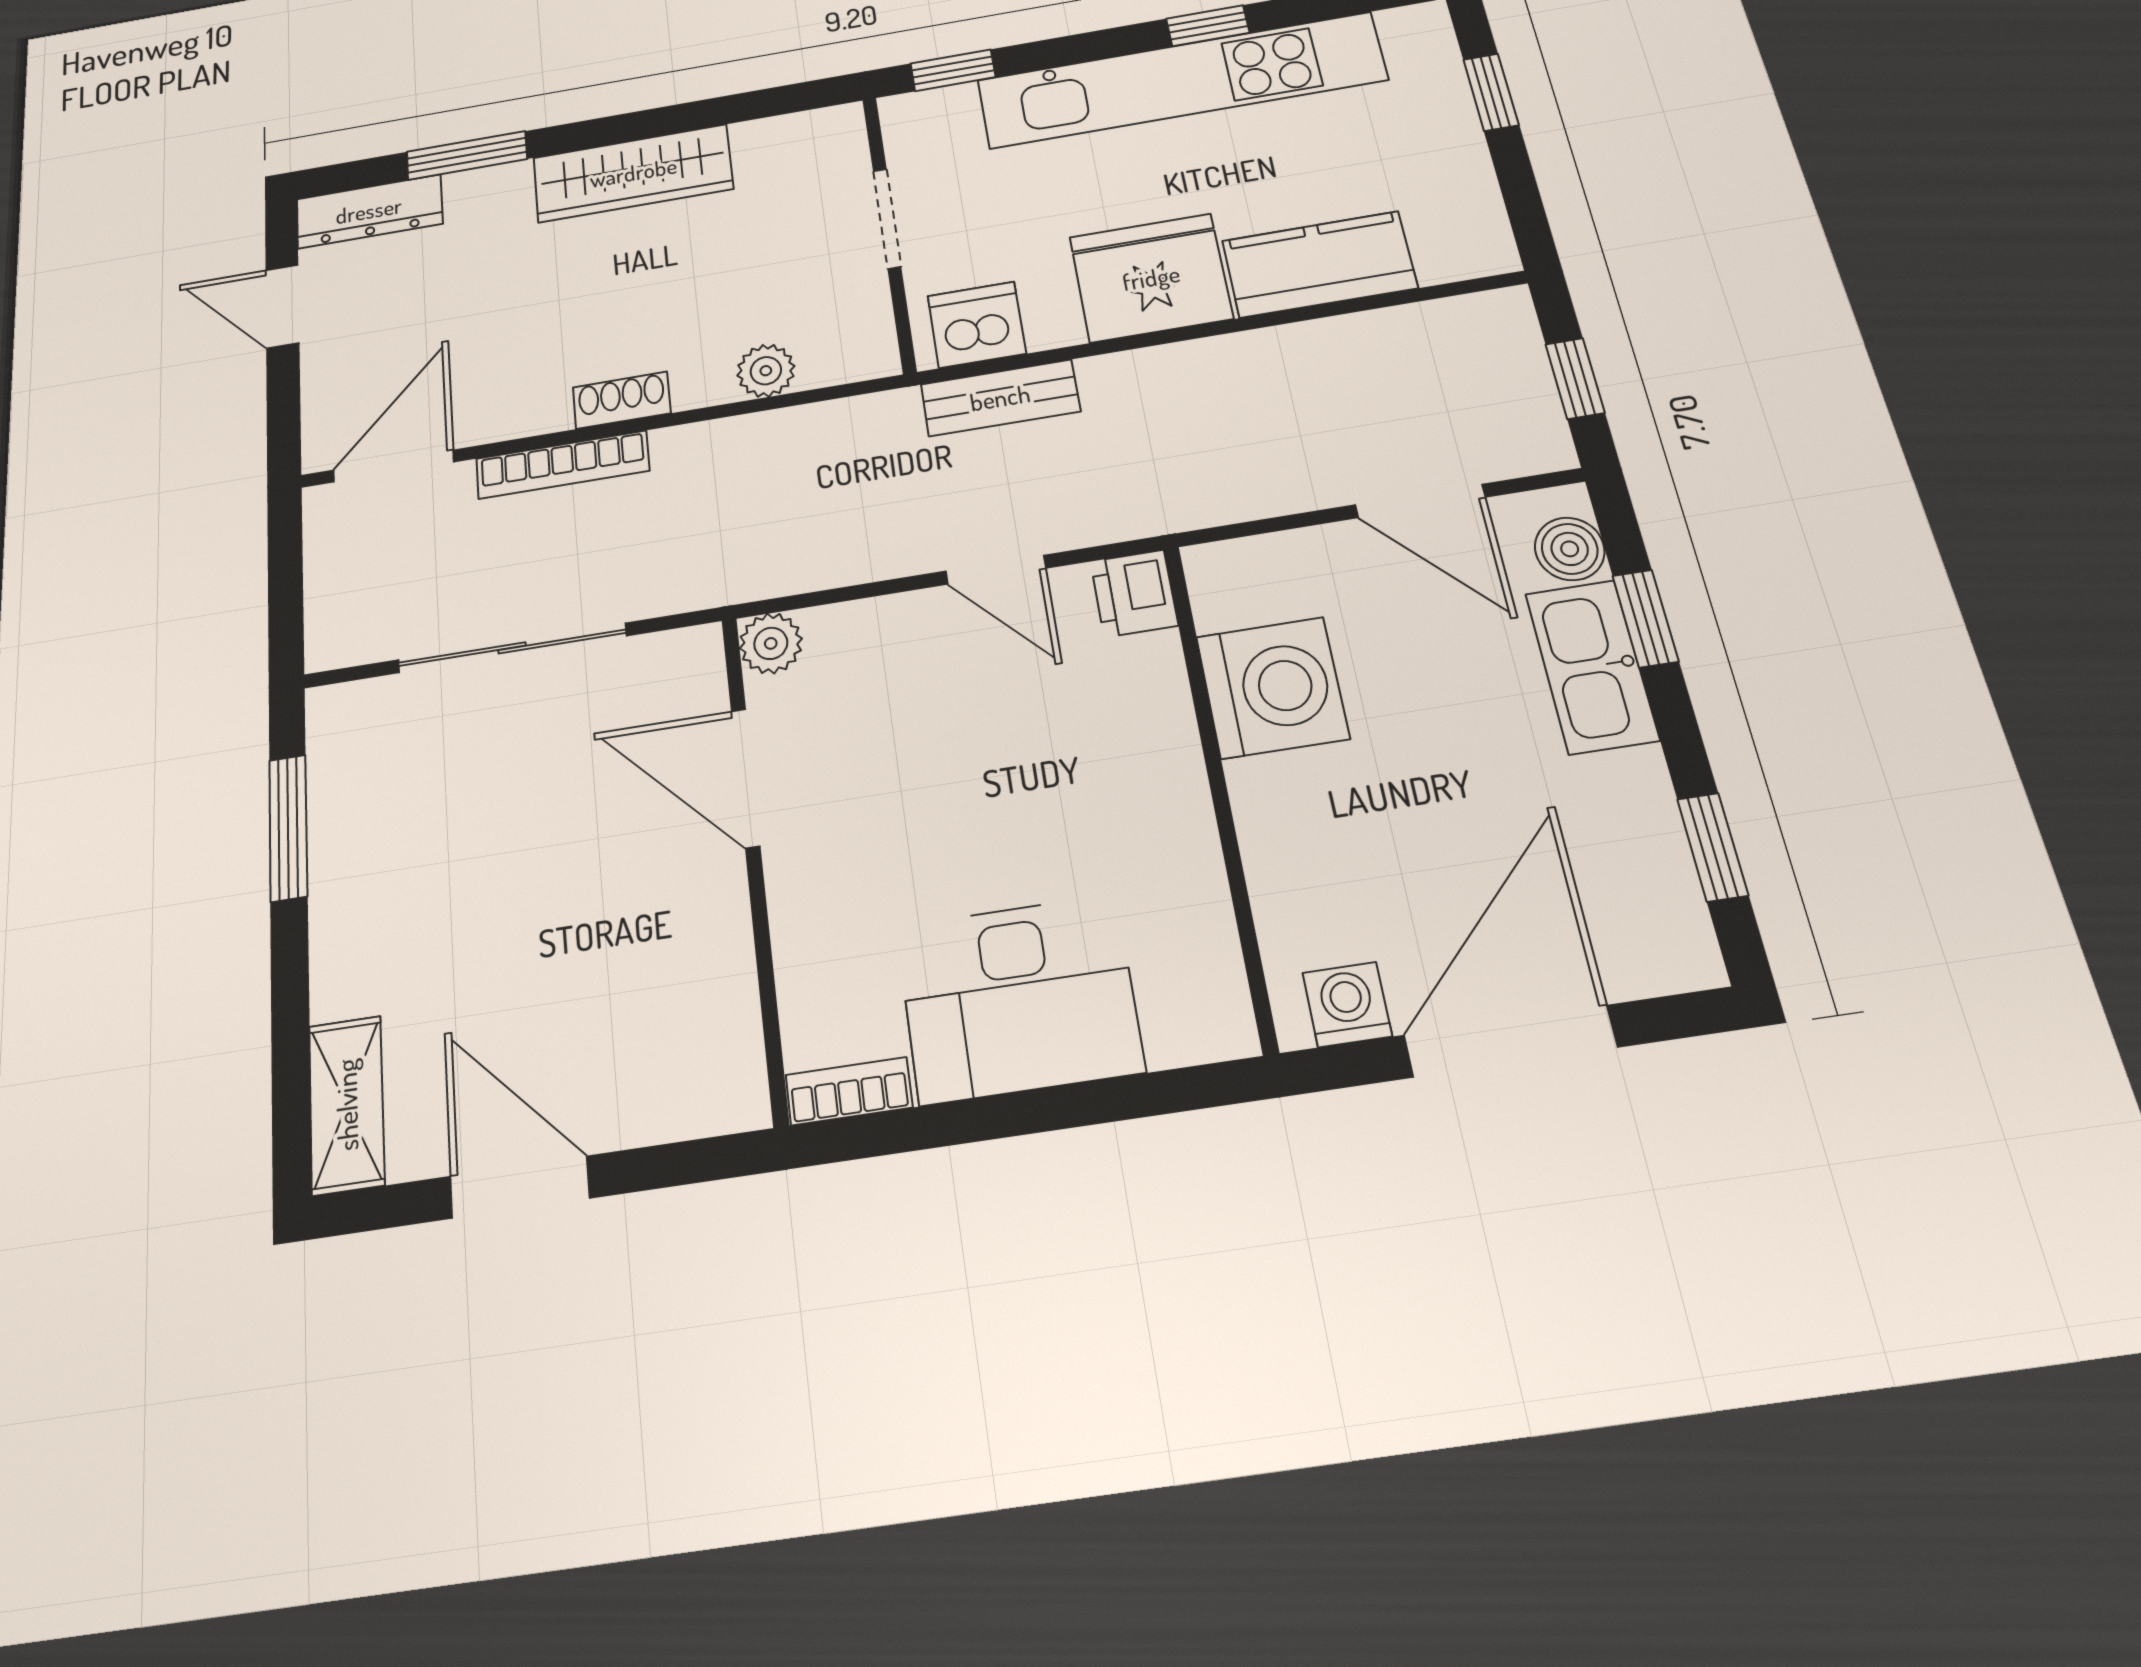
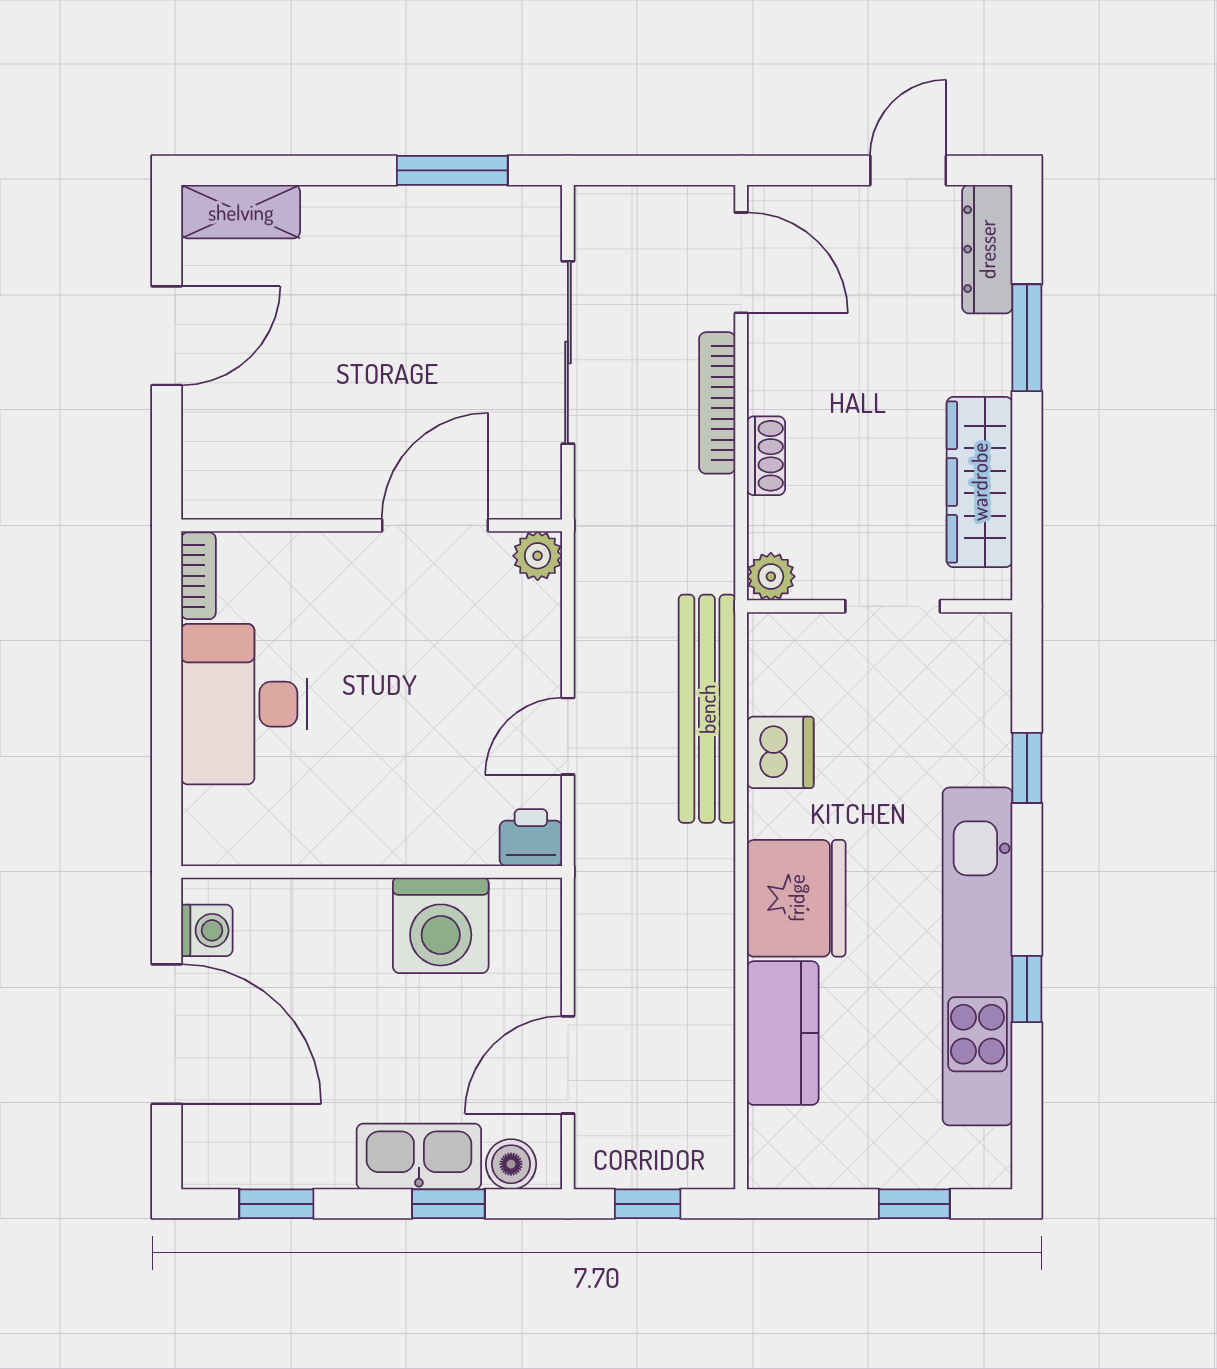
doorway: (887, 219) -> (893, 606), moved
wall: (889, 232) -> (880, 606), moved
bench: (1000, 398) -> (707, 709), width x1.86, depth x1.21

